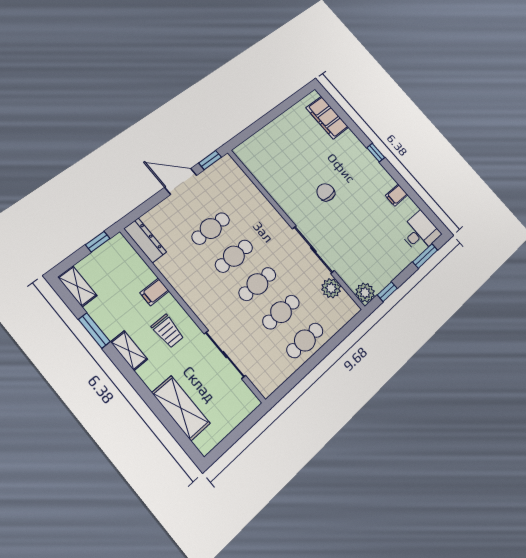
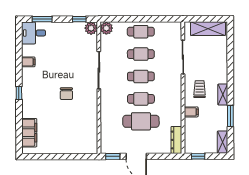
cafe table: (211, 229) -> (141, 121), width x1.37, depth x1.35
plant: (331, 288) -> (106, 28), moved
shelving: (181, 408) -> (208, 29), moved, turned 90

